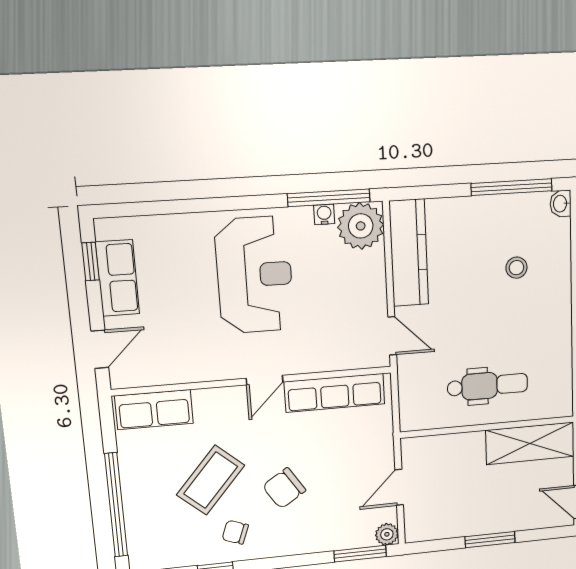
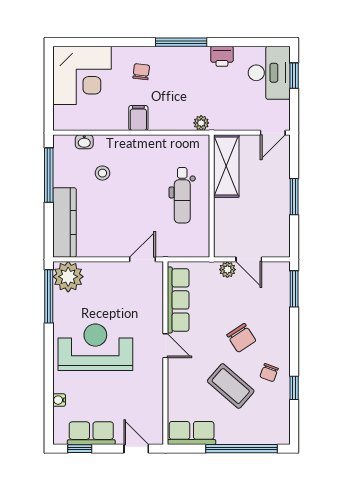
washbasin: (561, 204) -> (84, 142), moved
water cooler: (324, 214) -> (59, 400), moved
kitchen counter: (409, 253) -> (64, 222), moved, turned 90
dental chair: (488, 386) -> (182, 195), turned 180
row of seats: (154, 410) -> (192, 433), moved, turned -90
plant: (387, 534) -> (227, 270), moved

